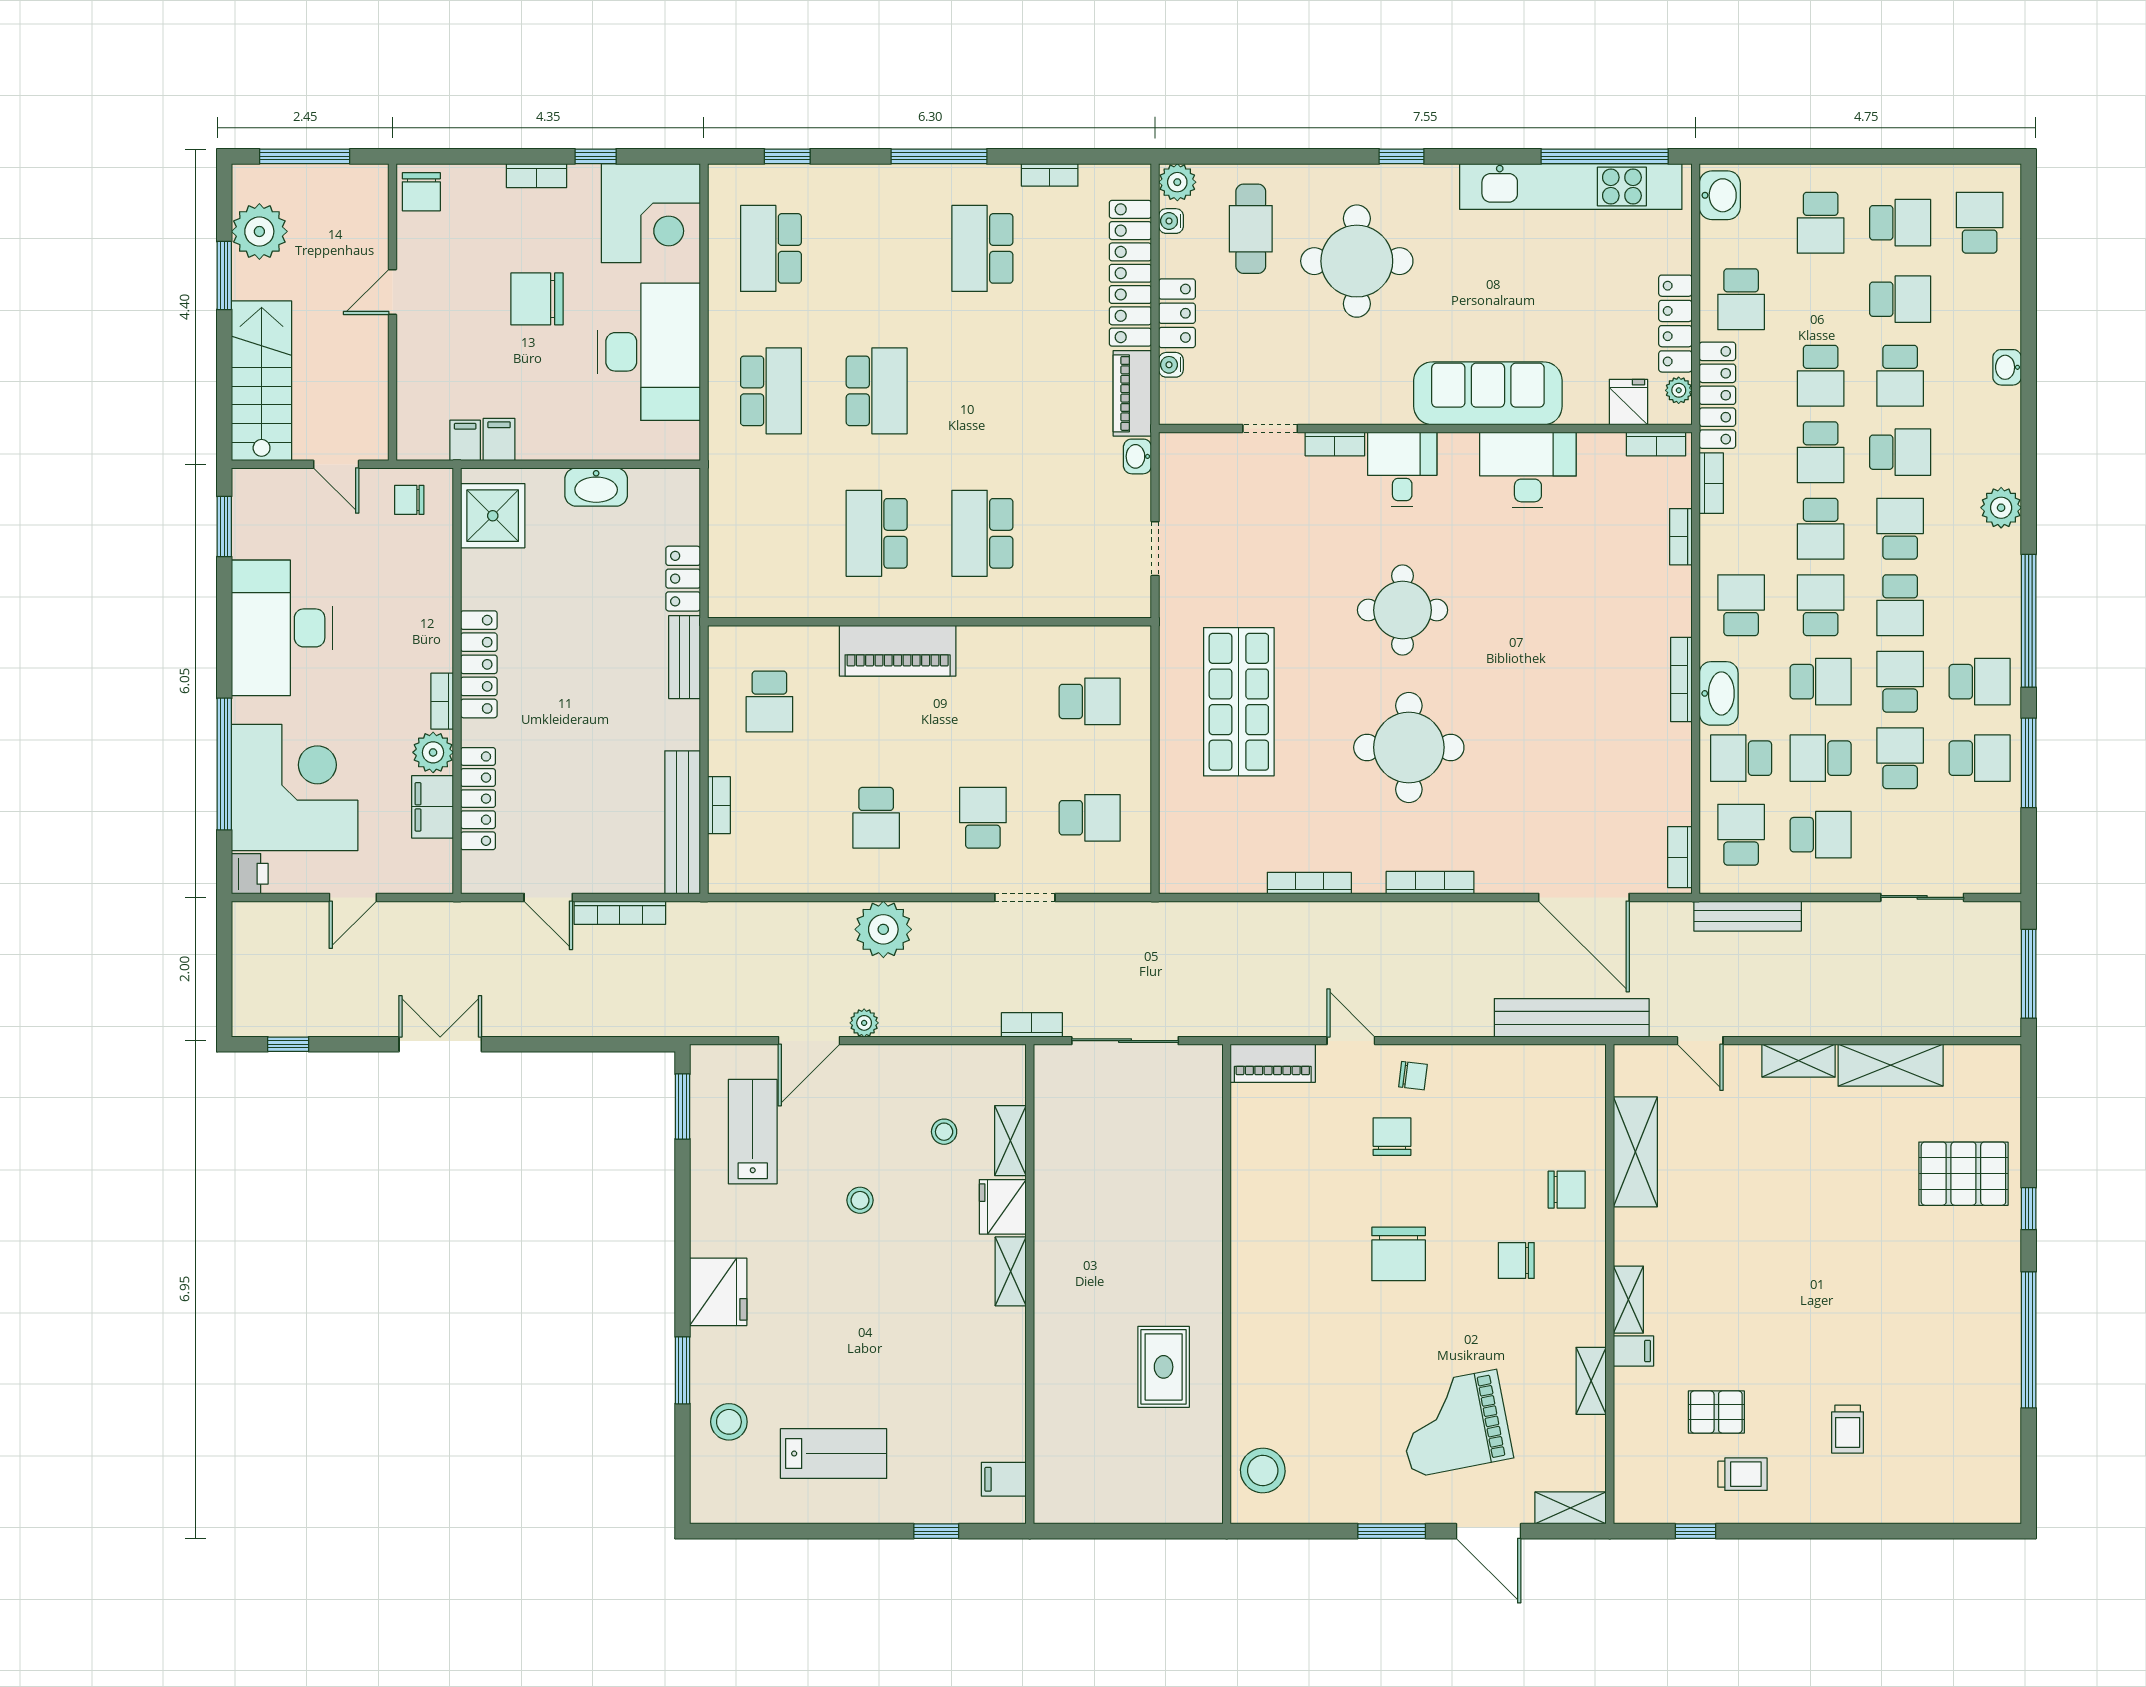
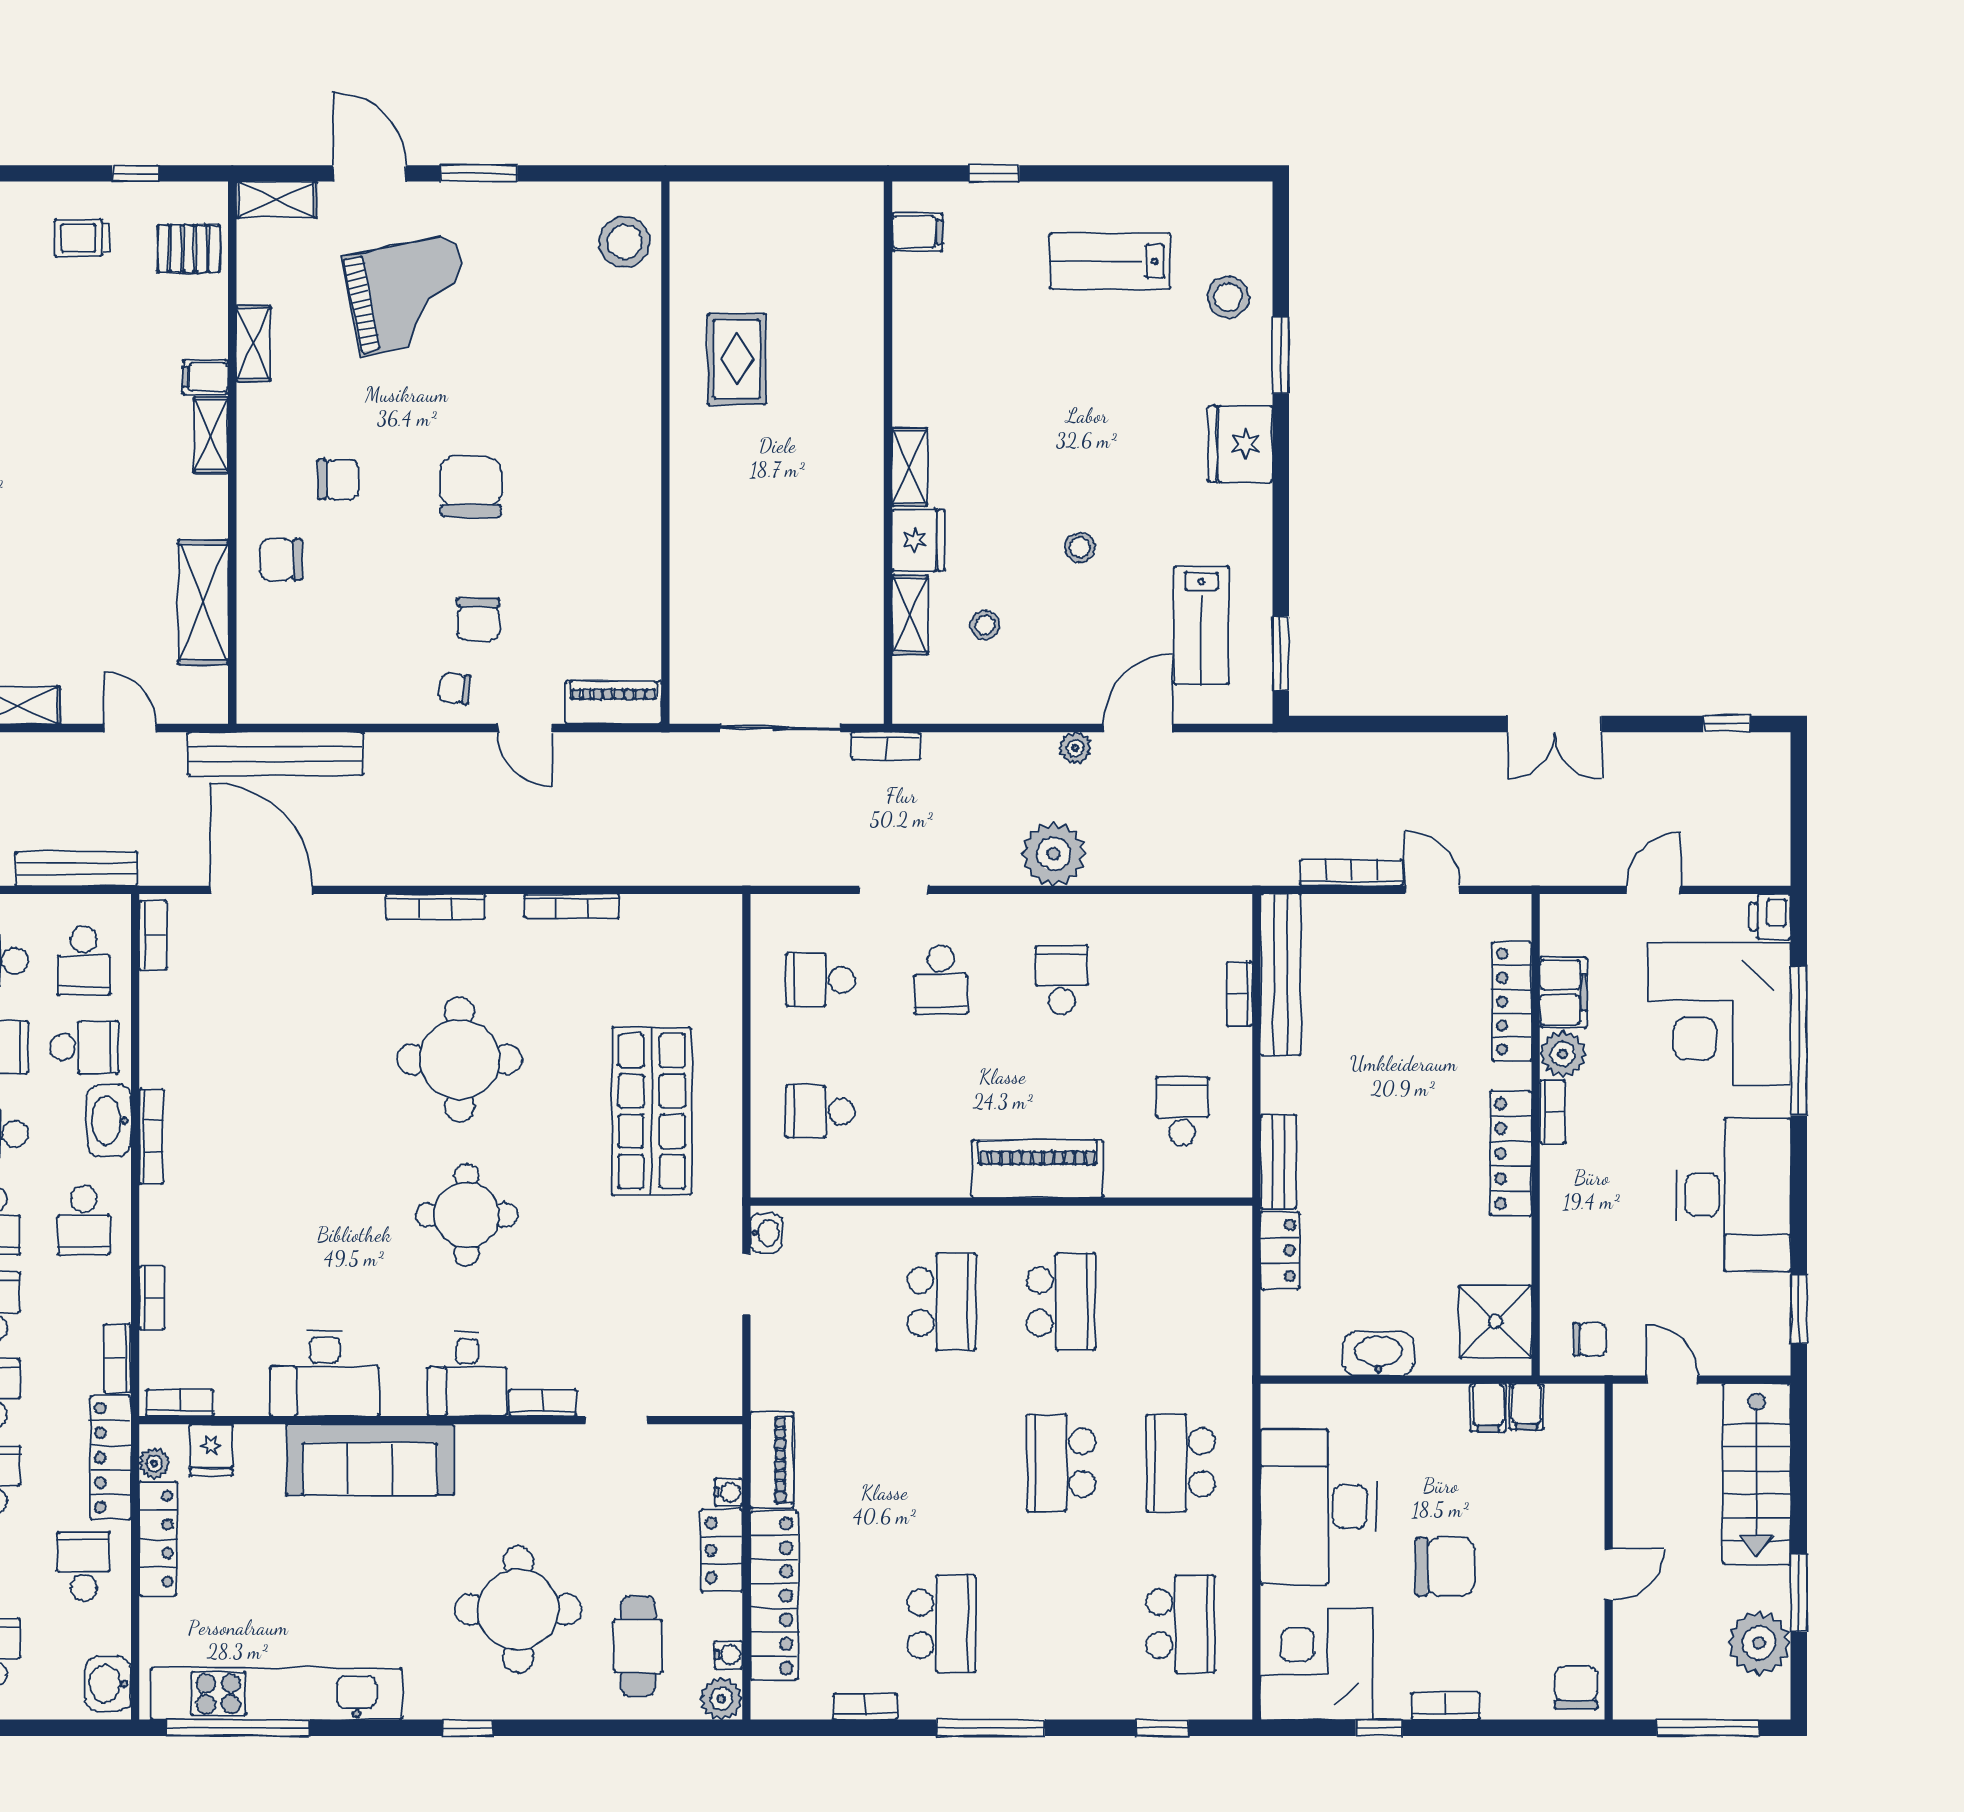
washbasin: (1137, 456) -> (766, 1233), moved
pallet: (1716, 1412) -> (189, 249), moved

